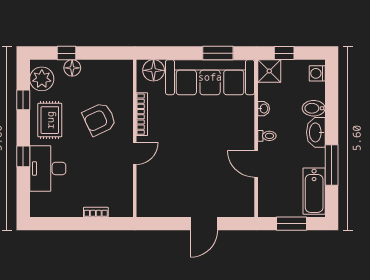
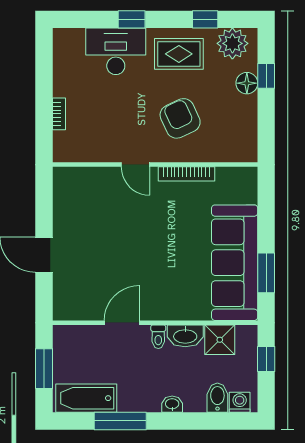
floor lamp: (154, 70) -> (244, 189), removed
shower: (269, 71) -> (220, 340), moved
bidet: (314, 108) -> (217, 398), moved
washbasin: (264, 109) -> (185, 336), width x1.91, depth x1.45
washbasin: (316, 132) -> (172, 404), width x0.52, depth x0.69

